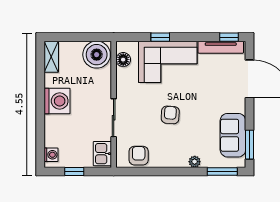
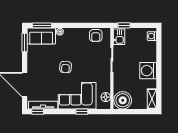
armchair: (170, 115) -> (66, 67), moved
sofa: (233, 135) -> (41, 36), moved, turned 90
window: (74, 171) -> (124, 25), moved

